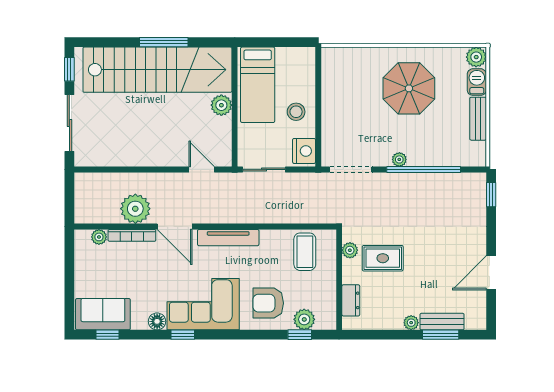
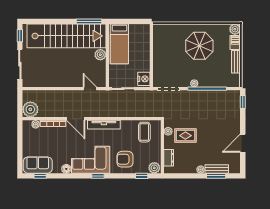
window: (164, 42) -> (89, 21), moved
stool: (296, 112) -> (140, 58), removed
plant: (135, 209) -> (30, 109), moved
plant: (304, 319) -> (154, 168), moved
window: (183, 335) -> (98, 176), moved

